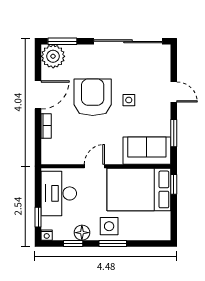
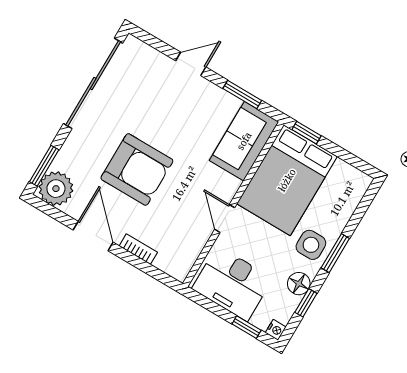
armchair: (93, 97) -> (137, 169), turned 180
side table: (129, 100) -> (167, 126), removed

